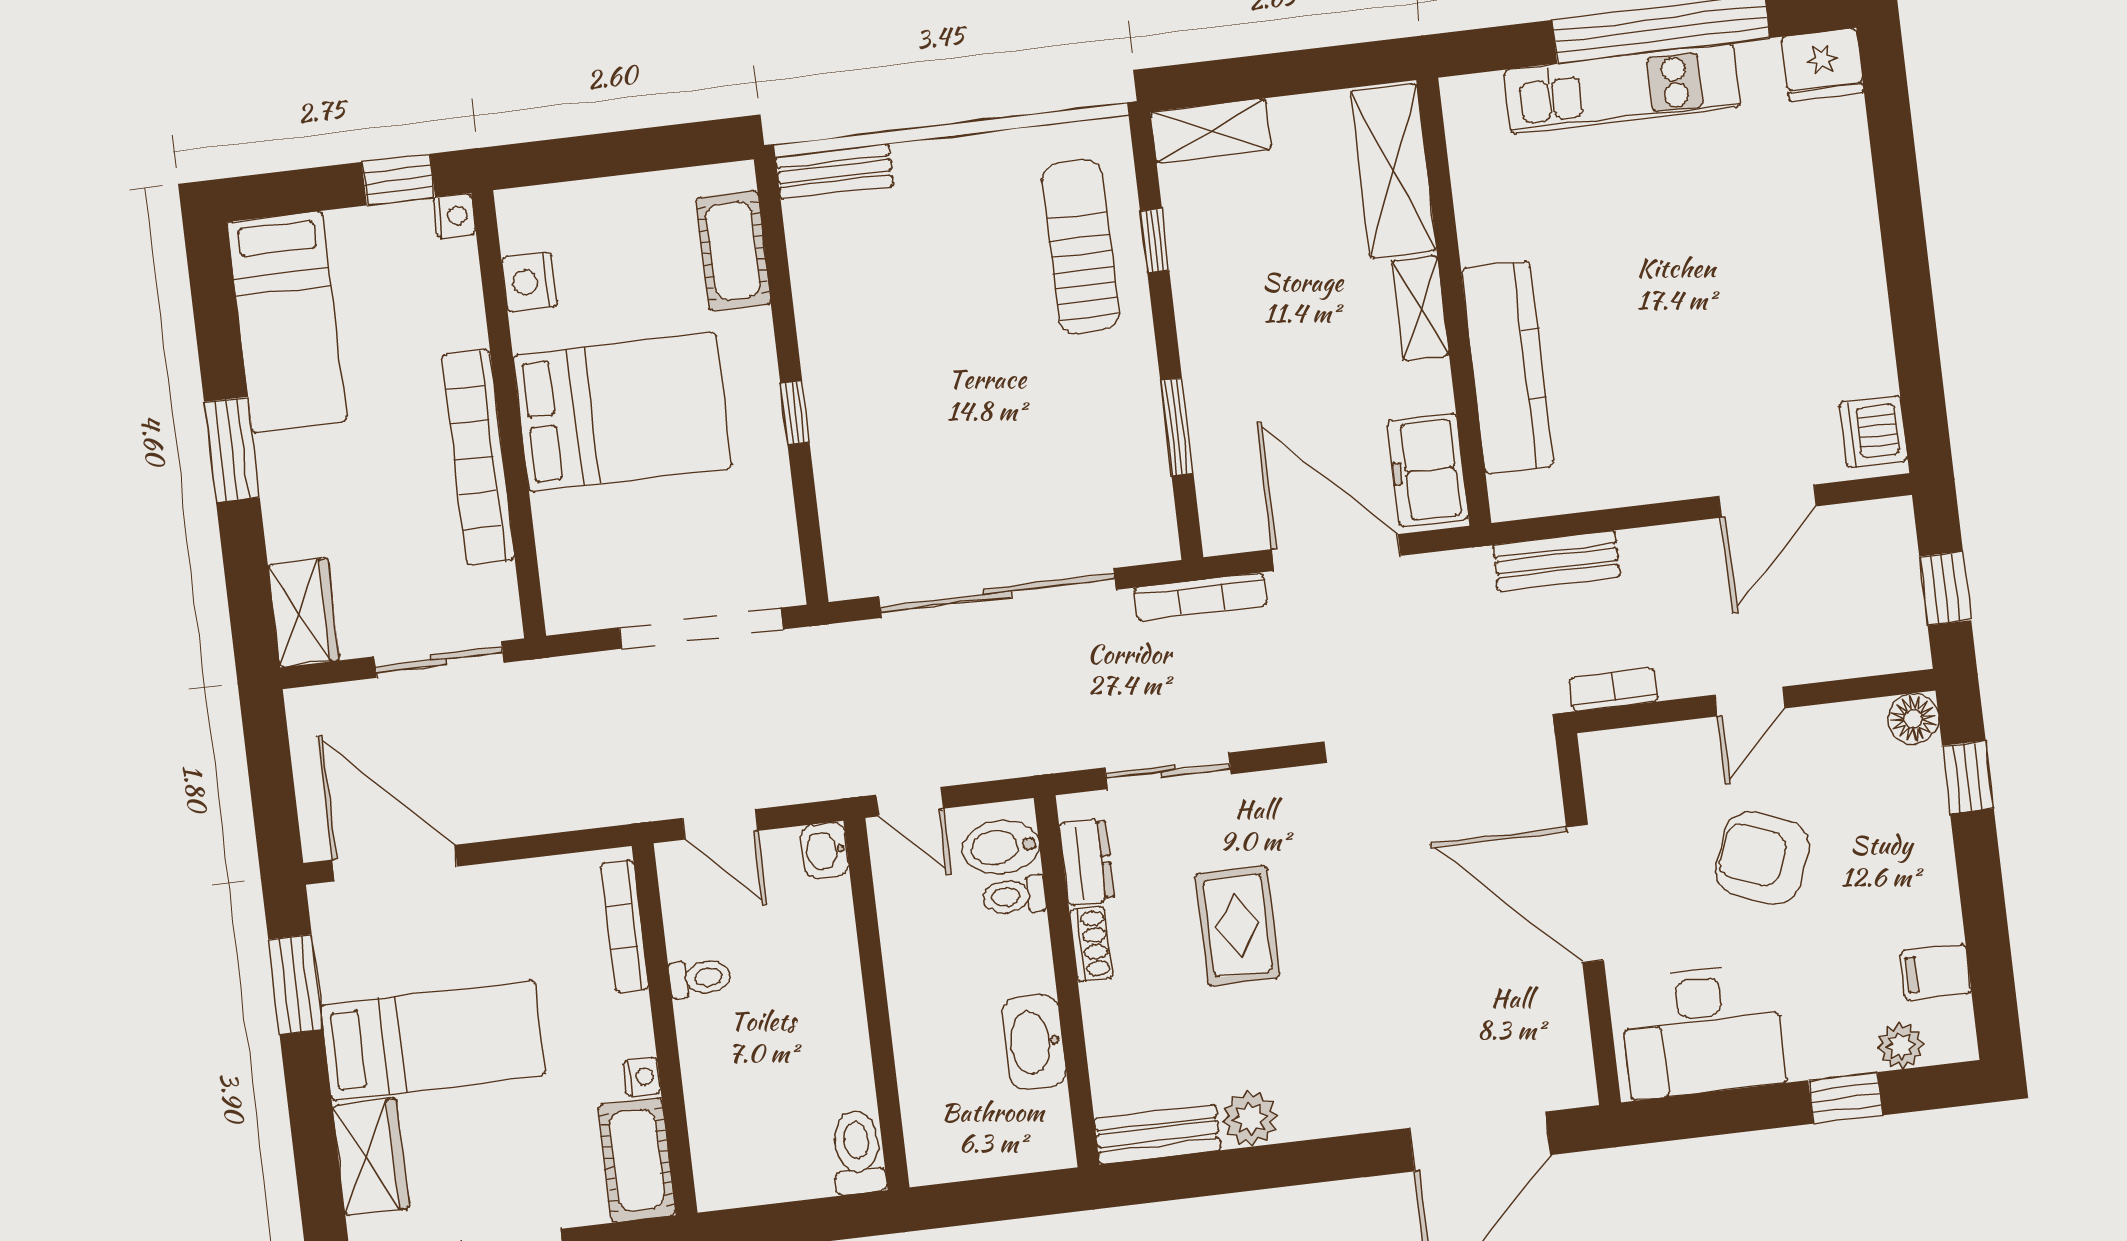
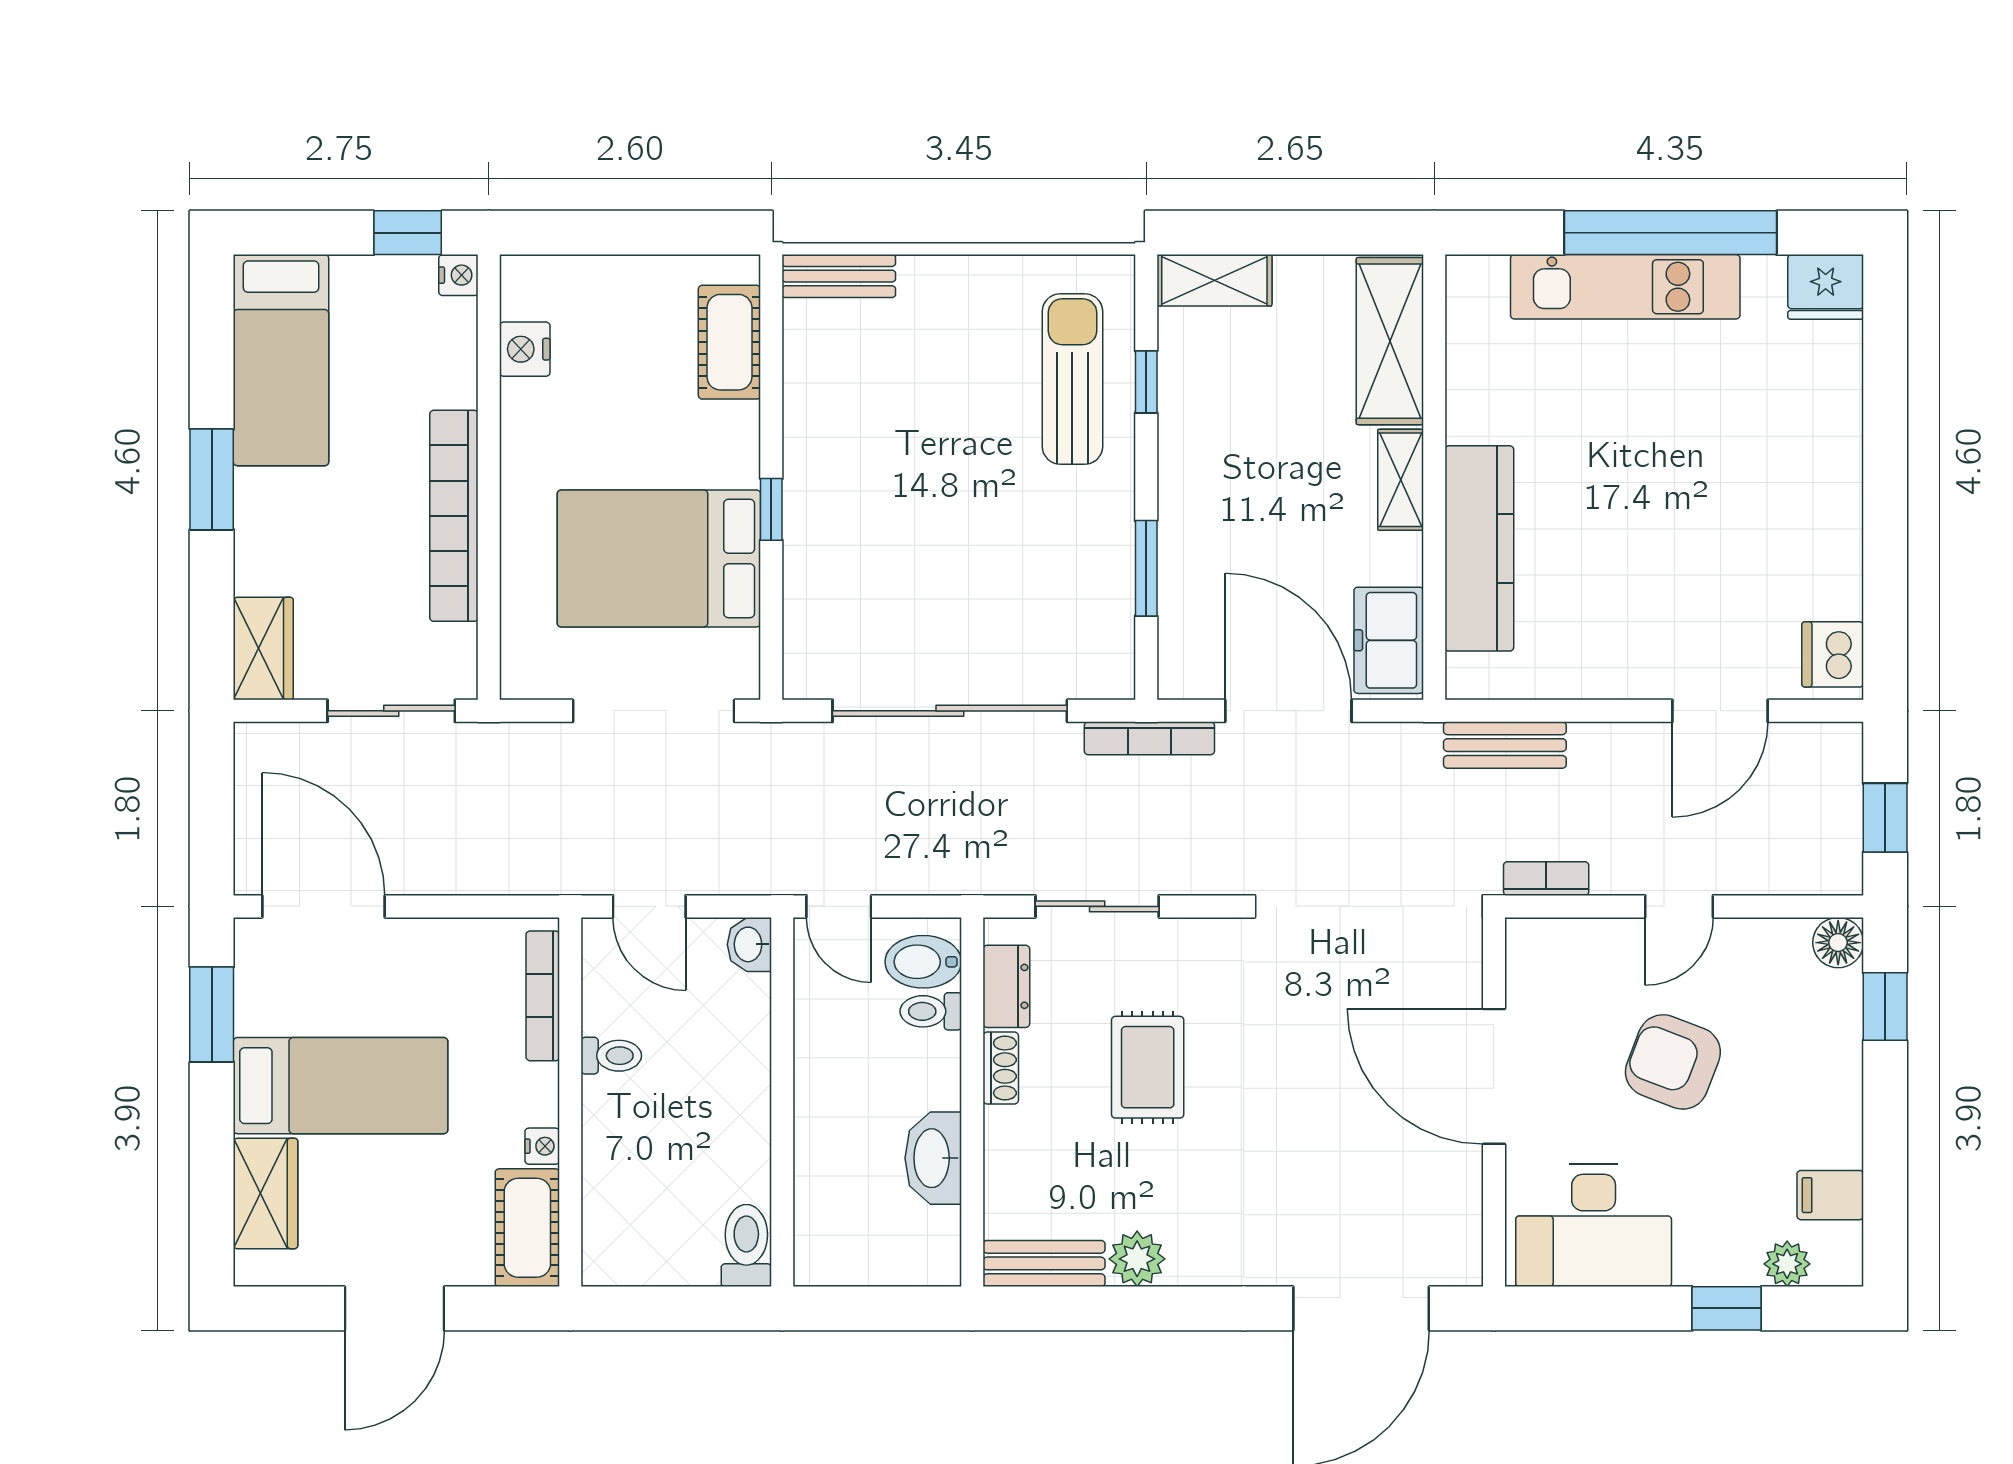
bed: (622, 412) -> (659, 558), moved, turned 180

